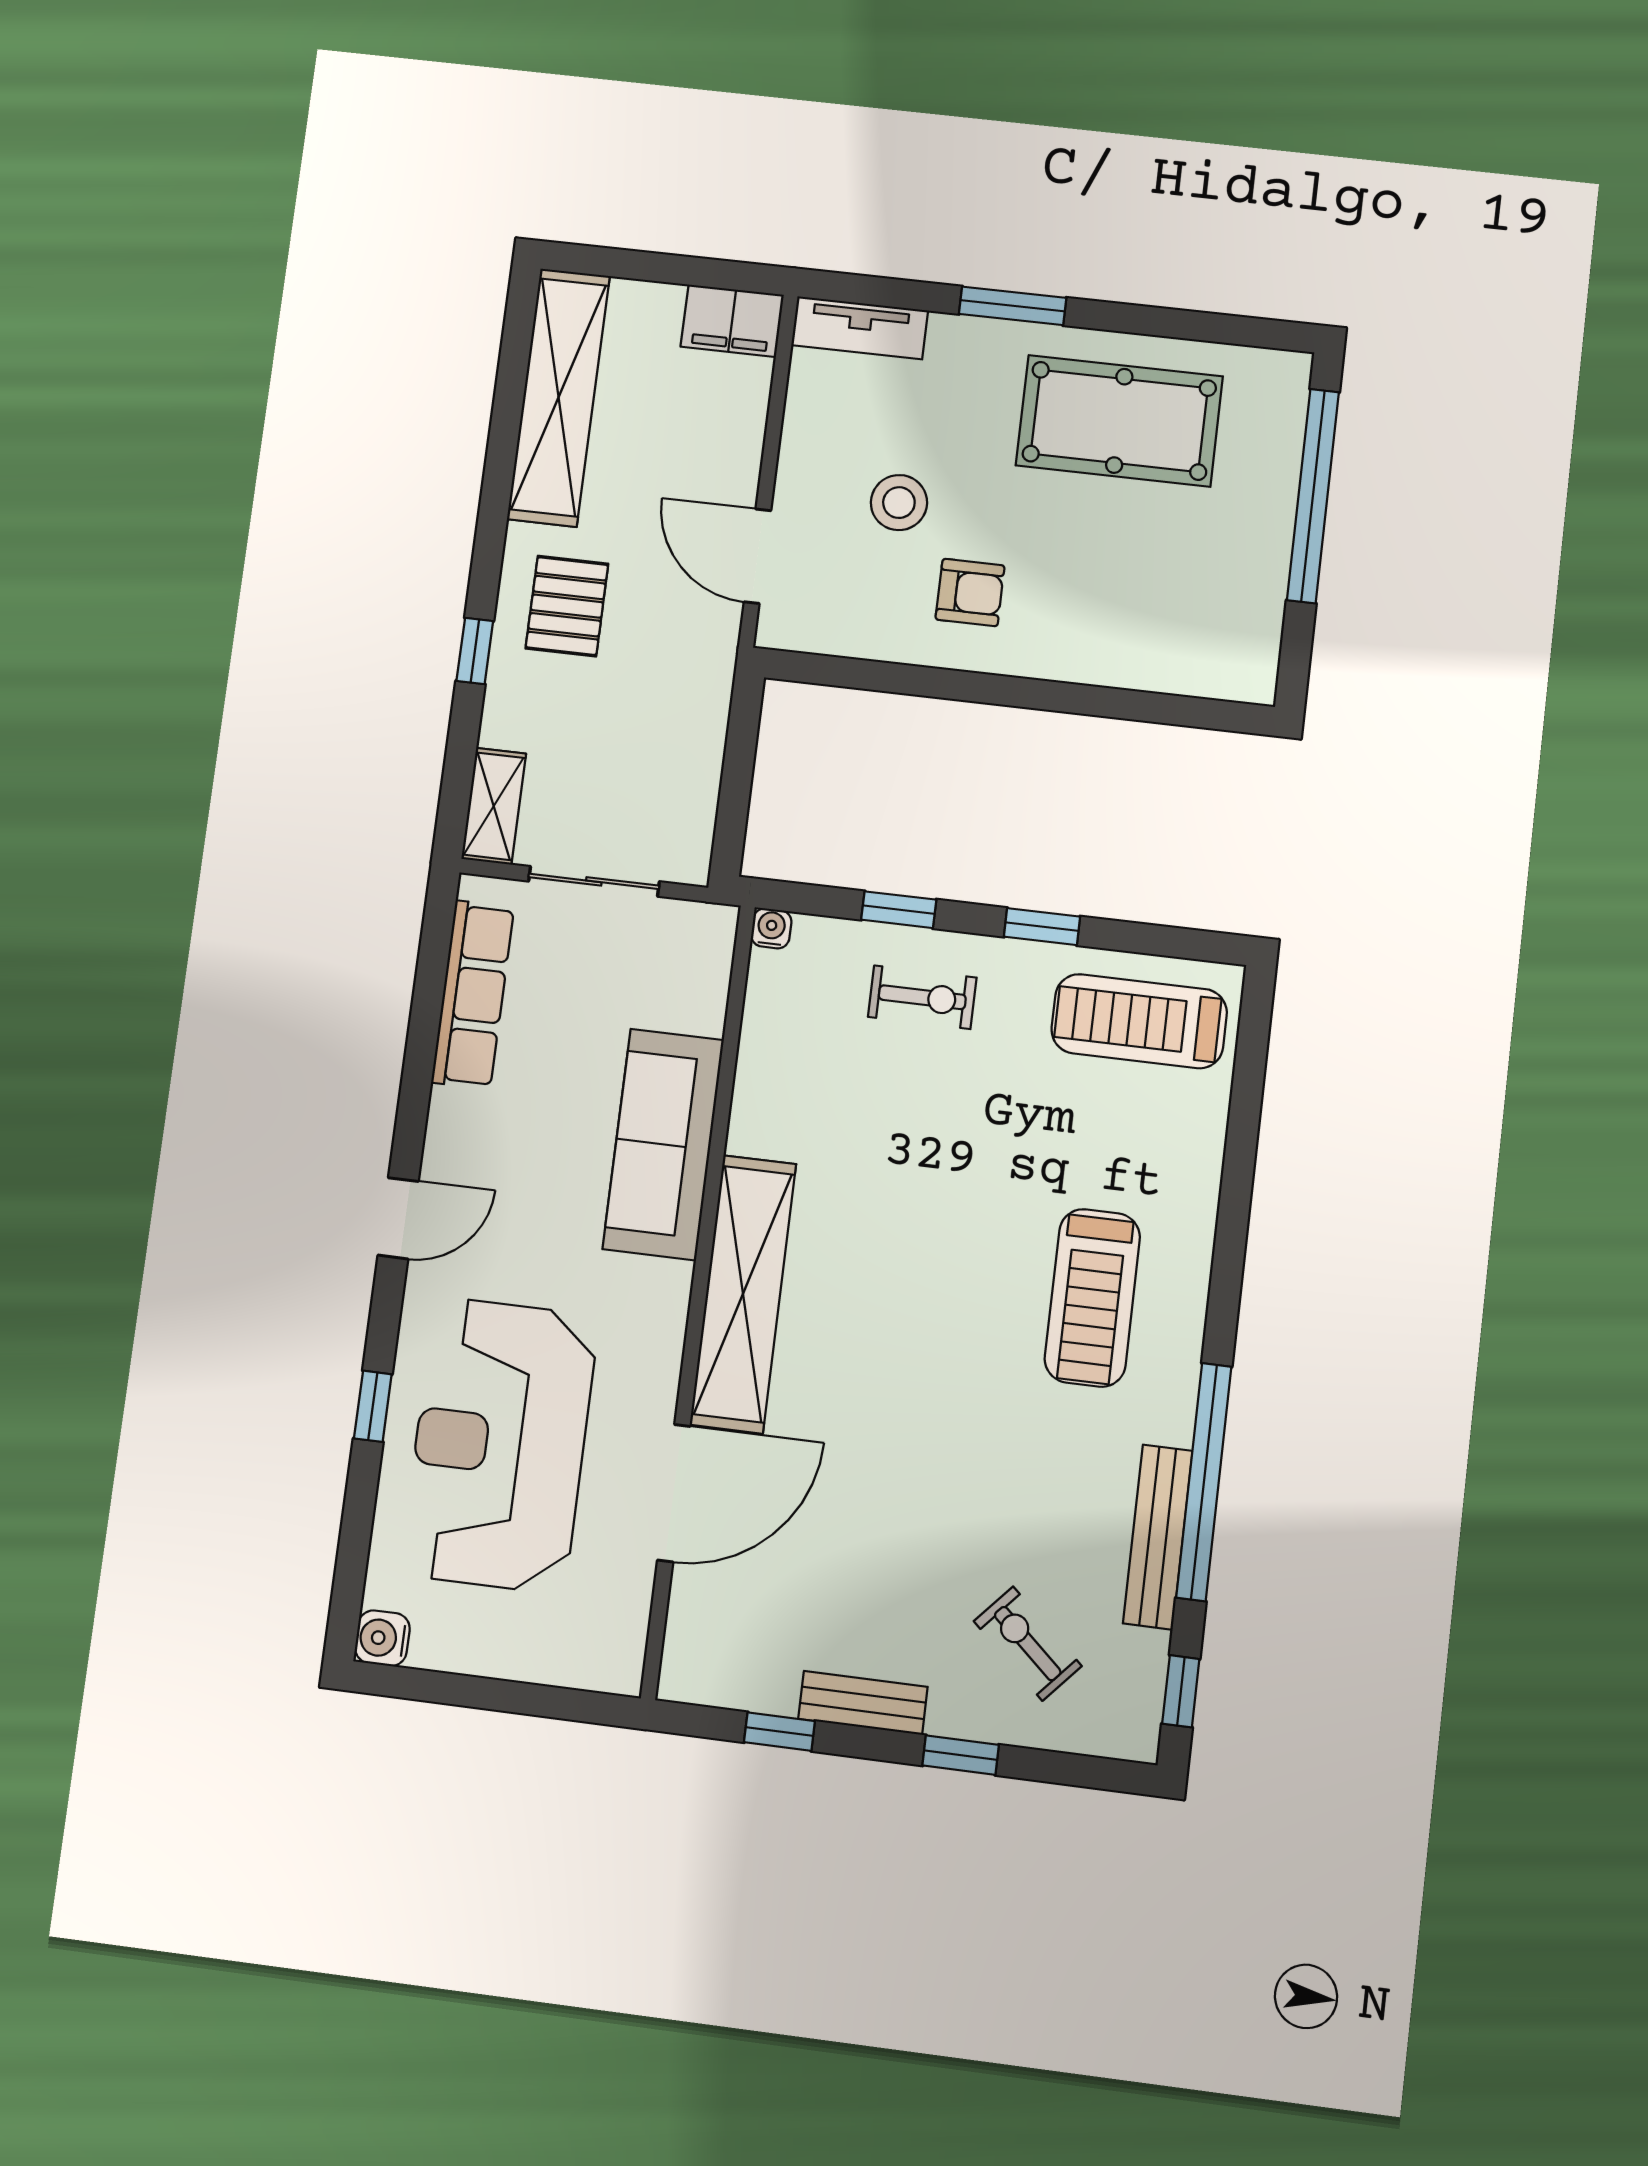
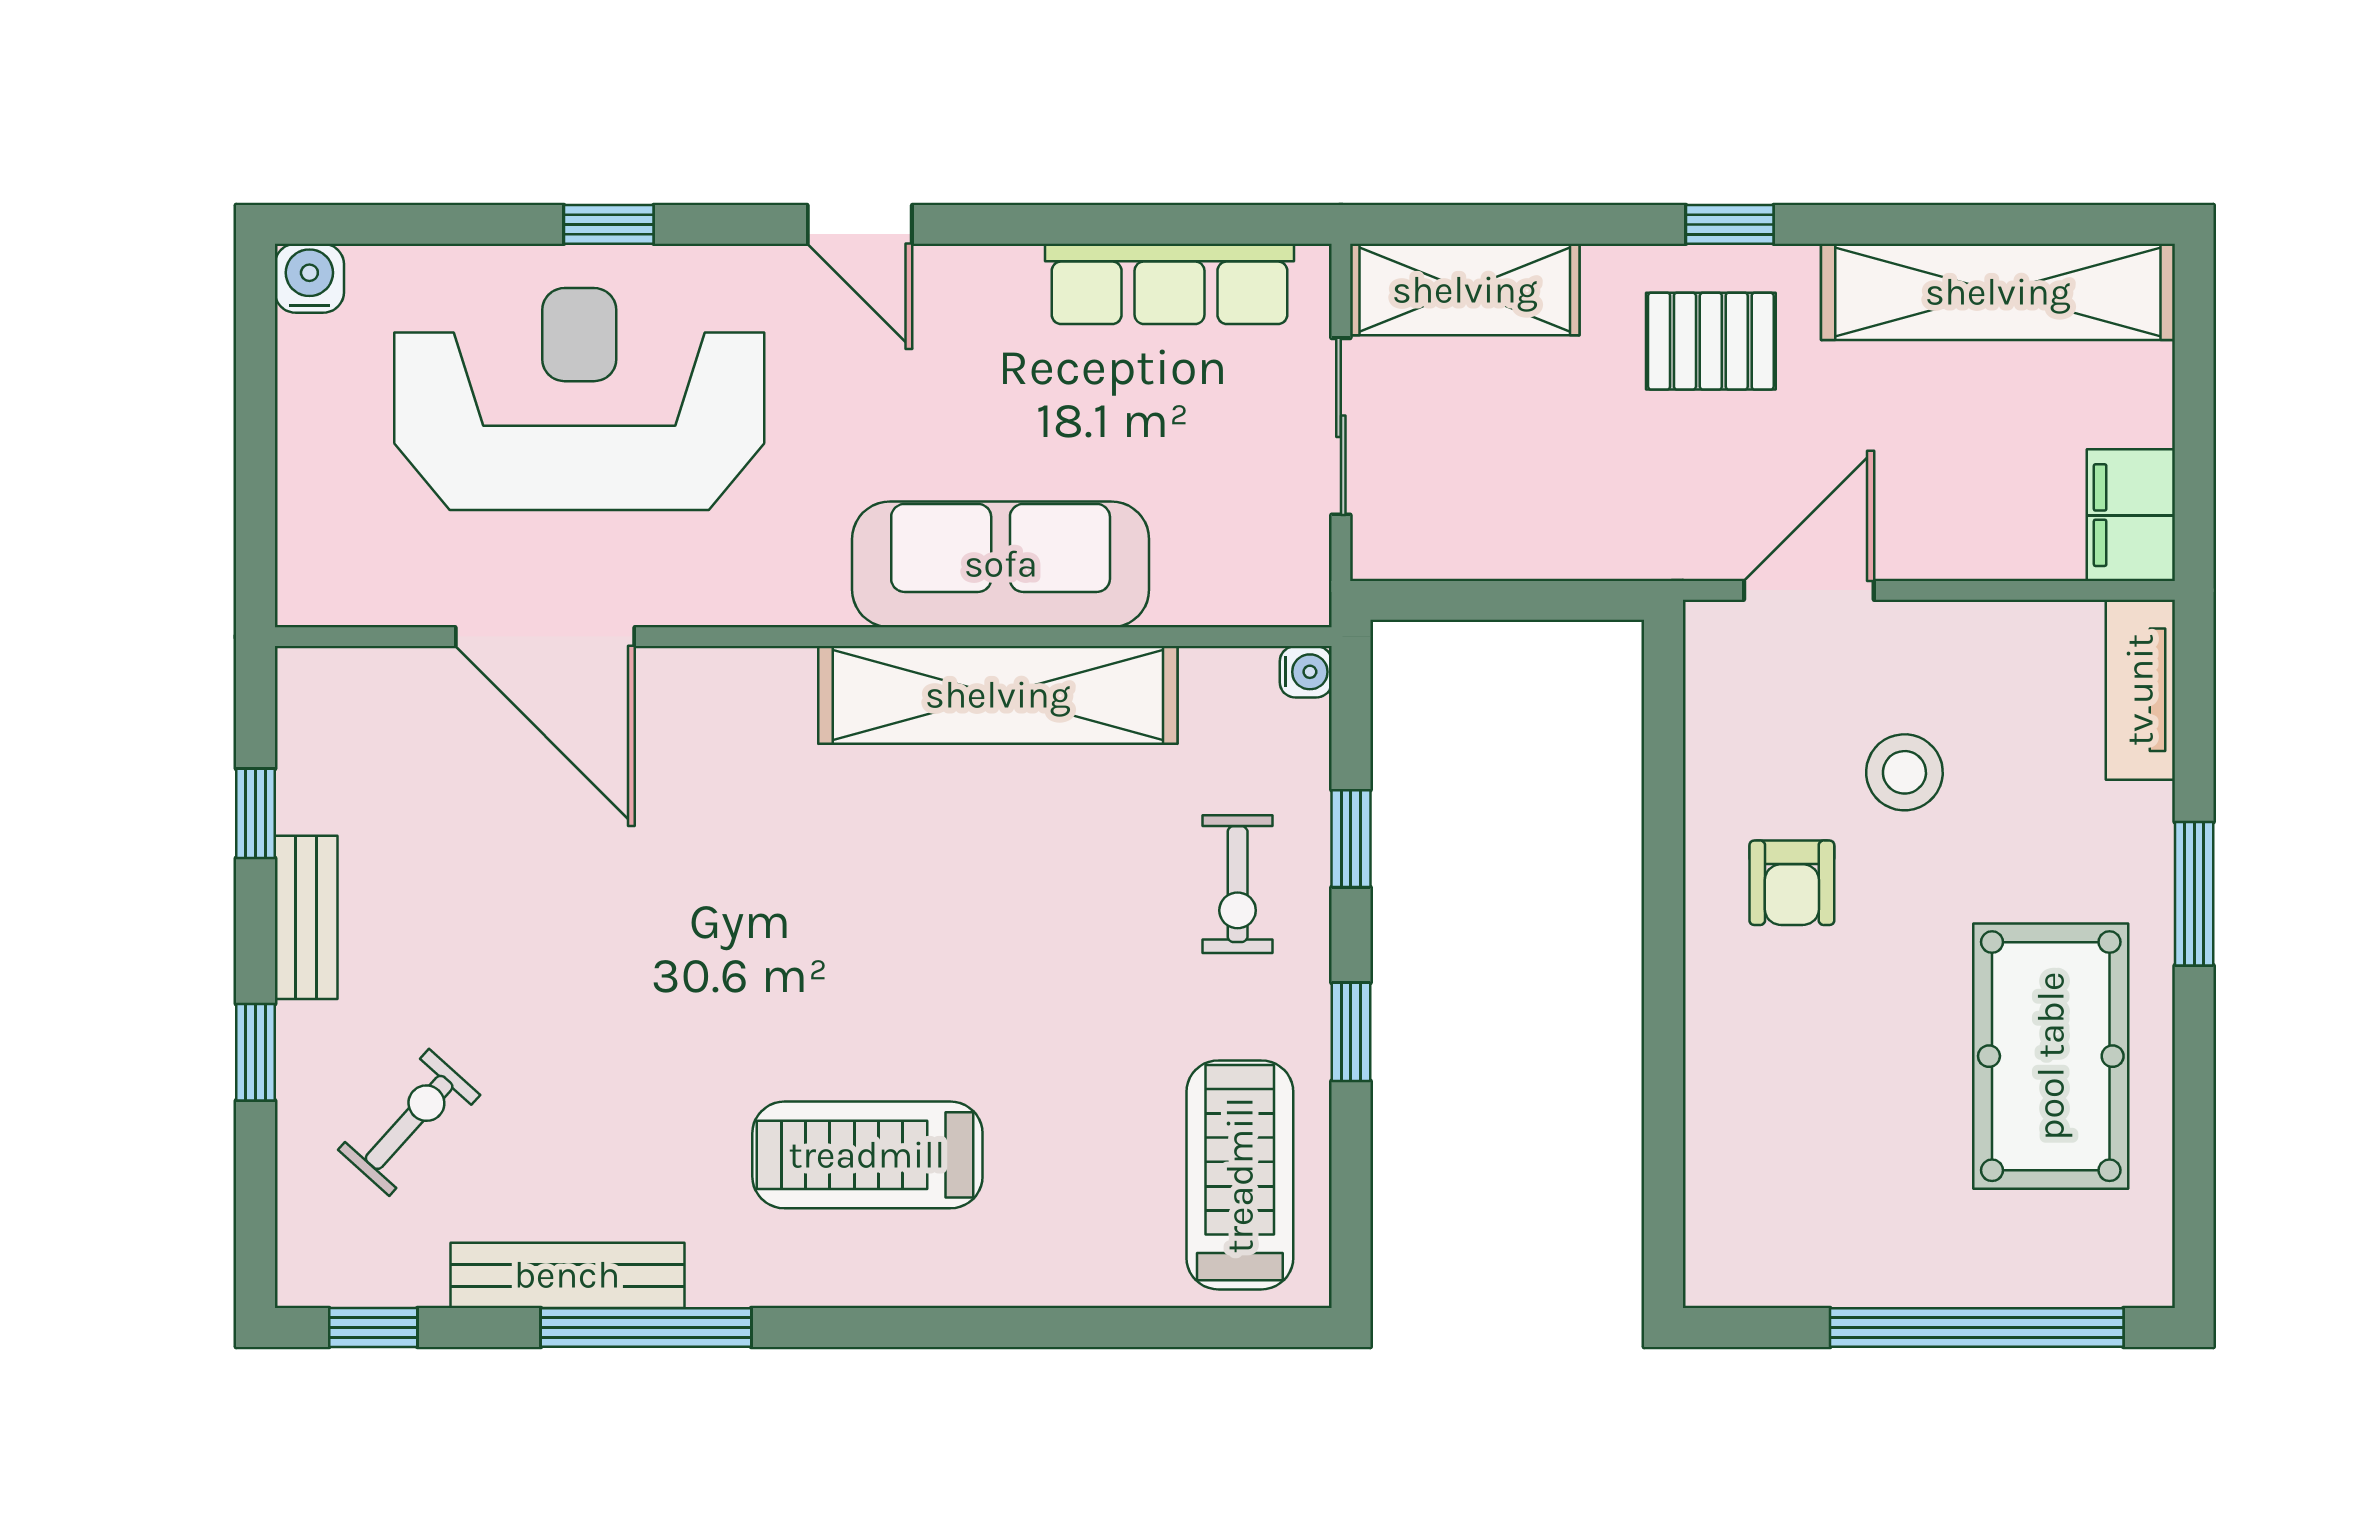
window: (475, 651) -> (1730, 224), moved
shelving: (494, 806) -> (1465, 290), width x1.50, depth x1.33
shelving: (743, 1294) -> (998, 695), moved
window: (1204, 1482) -> (646, 1328), width x0.68

